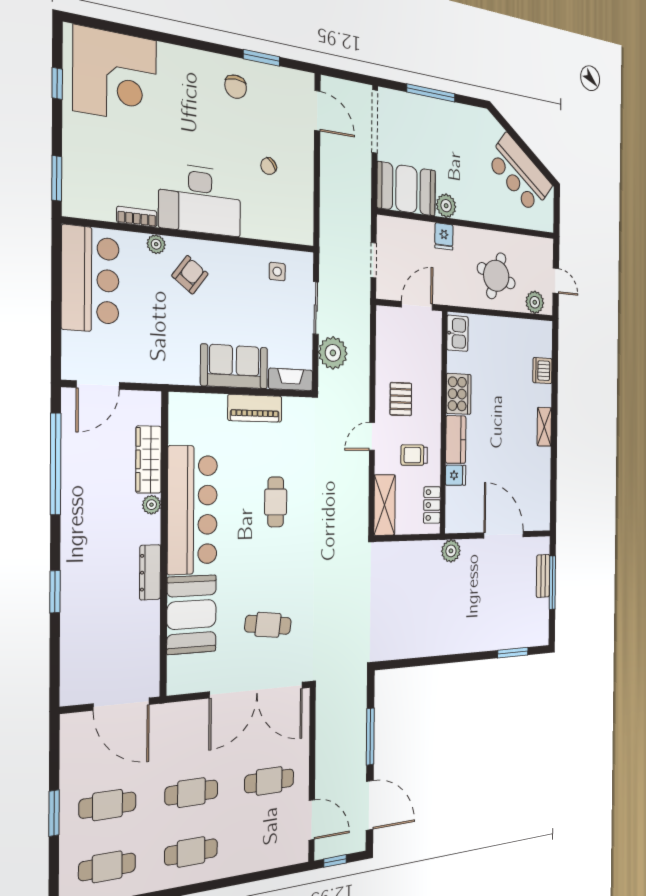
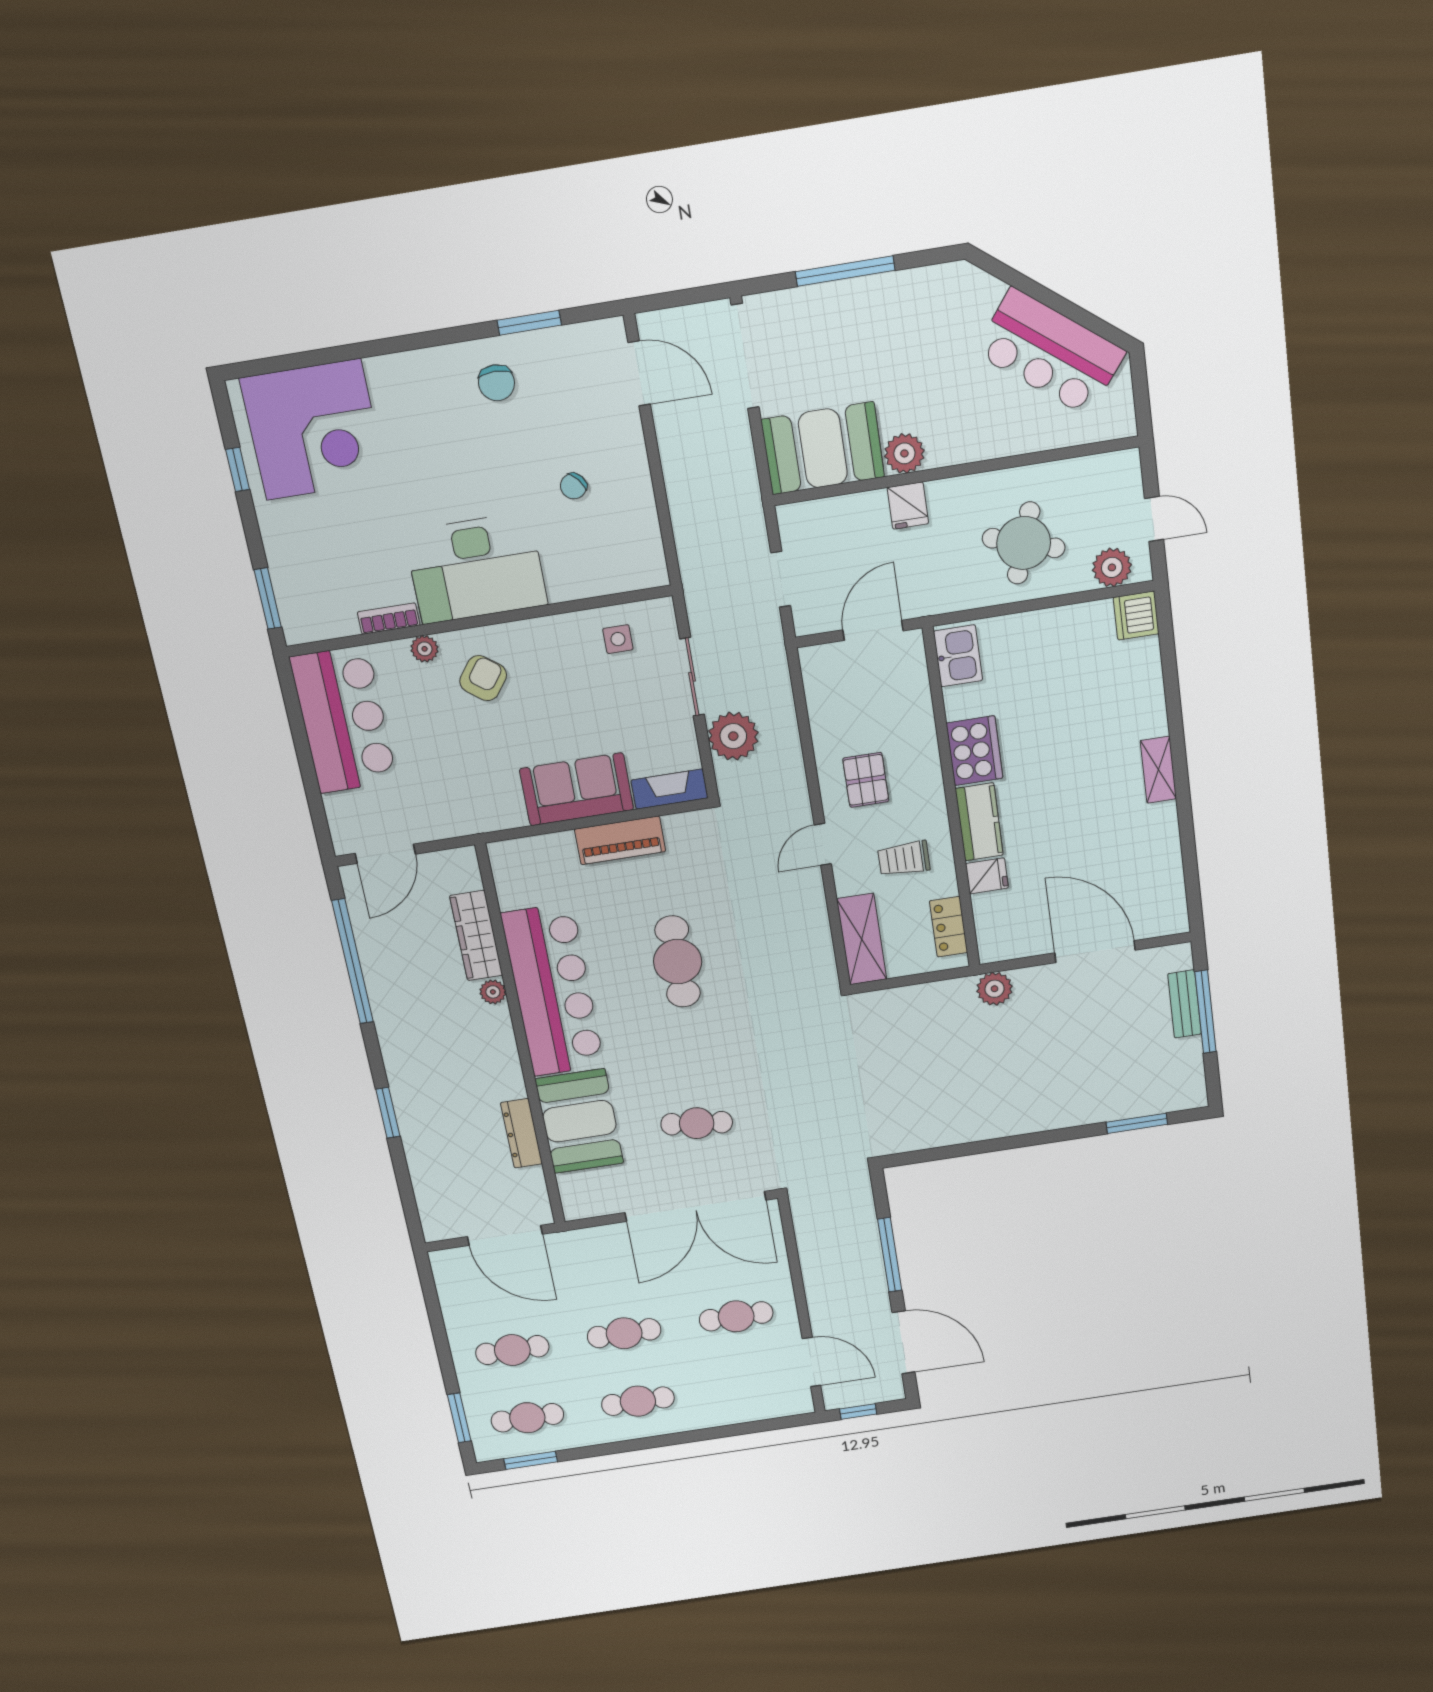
dishwasher: (542, 371) -> (1136, 616), moved
cafe table: (276, 502) -> (678, 962), width x1.37, depth x1.35
dresser: (150, 572) -> (522, 1133), moved
window: (54, 813) -> (459, 1418), moved

